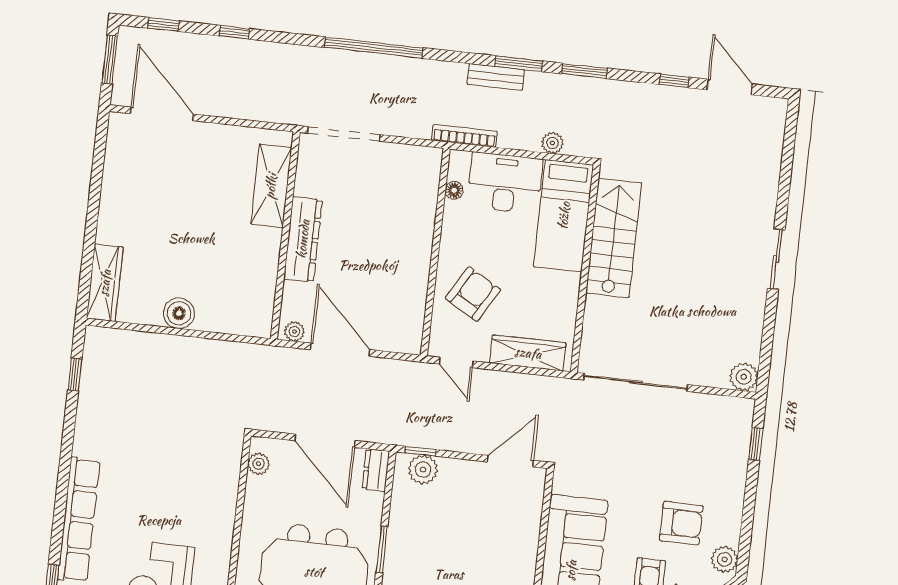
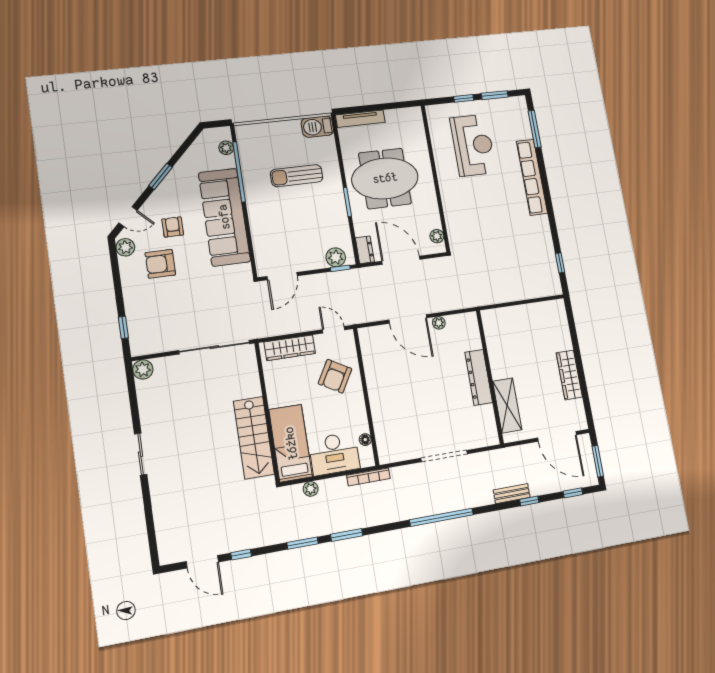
bench: (496, 77) -> (512, 494), moved
shelving: (271, 186) -> (507, 405), moved
wall: (285, 236) -> (490, 377), moved
dresser: (303, 239) -> (479, 377), moved
wardrobe: (105, 283) -> (569, 375), moved
boiler: (179, 313) -> (511, 316), removed

